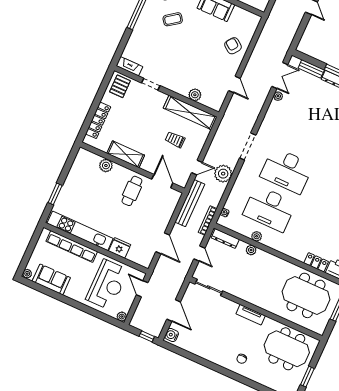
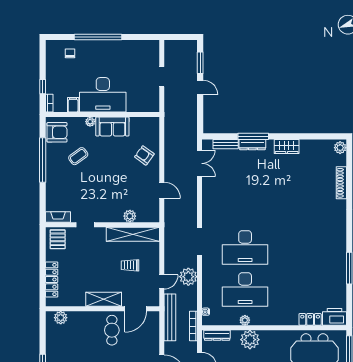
plant: (278, 96) -> (206, 183), removed
shelving: (126, 154) -> (104, 299), moved
plant: (106, 165) -> (61, 318), moved
door: (162, 181) -> (136, 309), swing flipped
plant: (251, 250) -> (250, 340), width x1.88, depth x1.88

